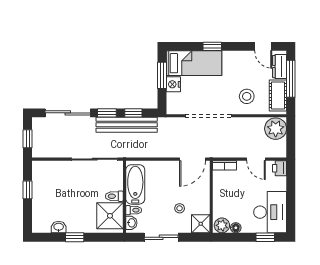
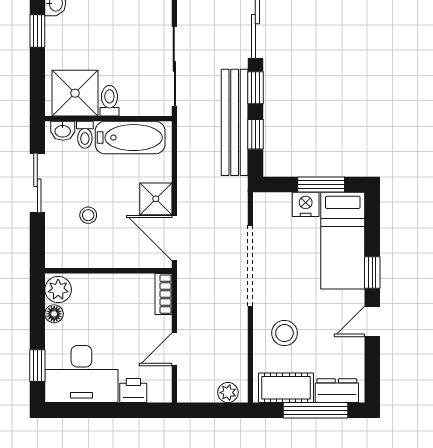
door: (263, 46) -> (372, 321), moved
plant: (276, 129) -> (228, 393), width x0.53, depth x0.53
printer: (280, 168) -> (133, 391), moved
shower: (201, 224) -> (156, 199), moved

